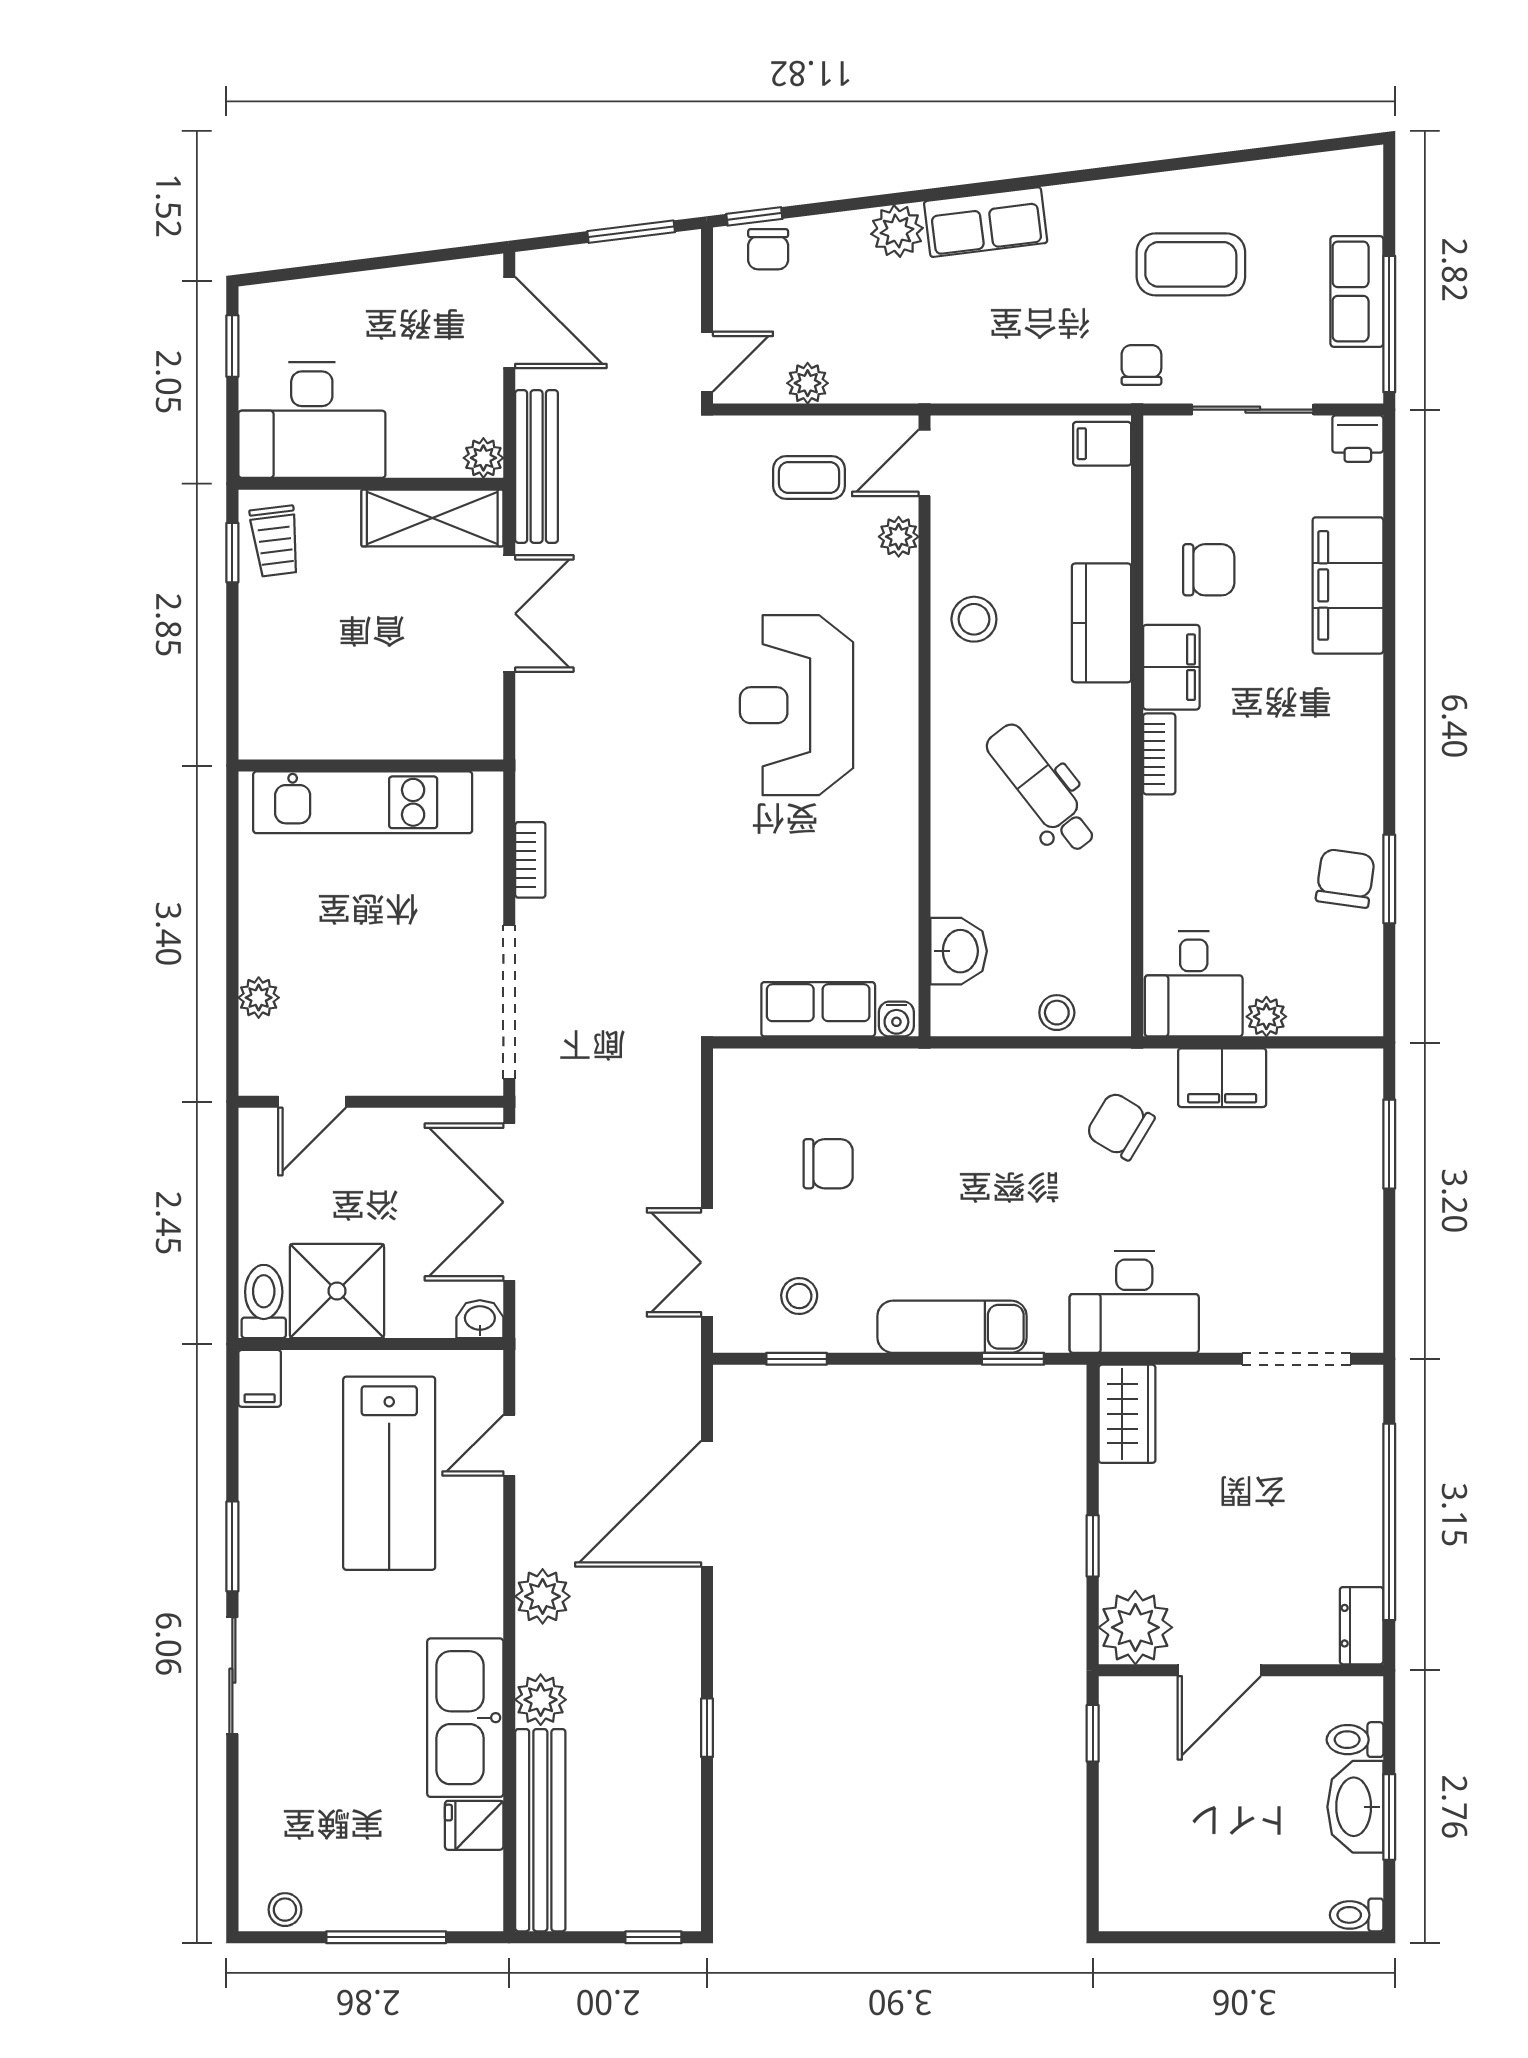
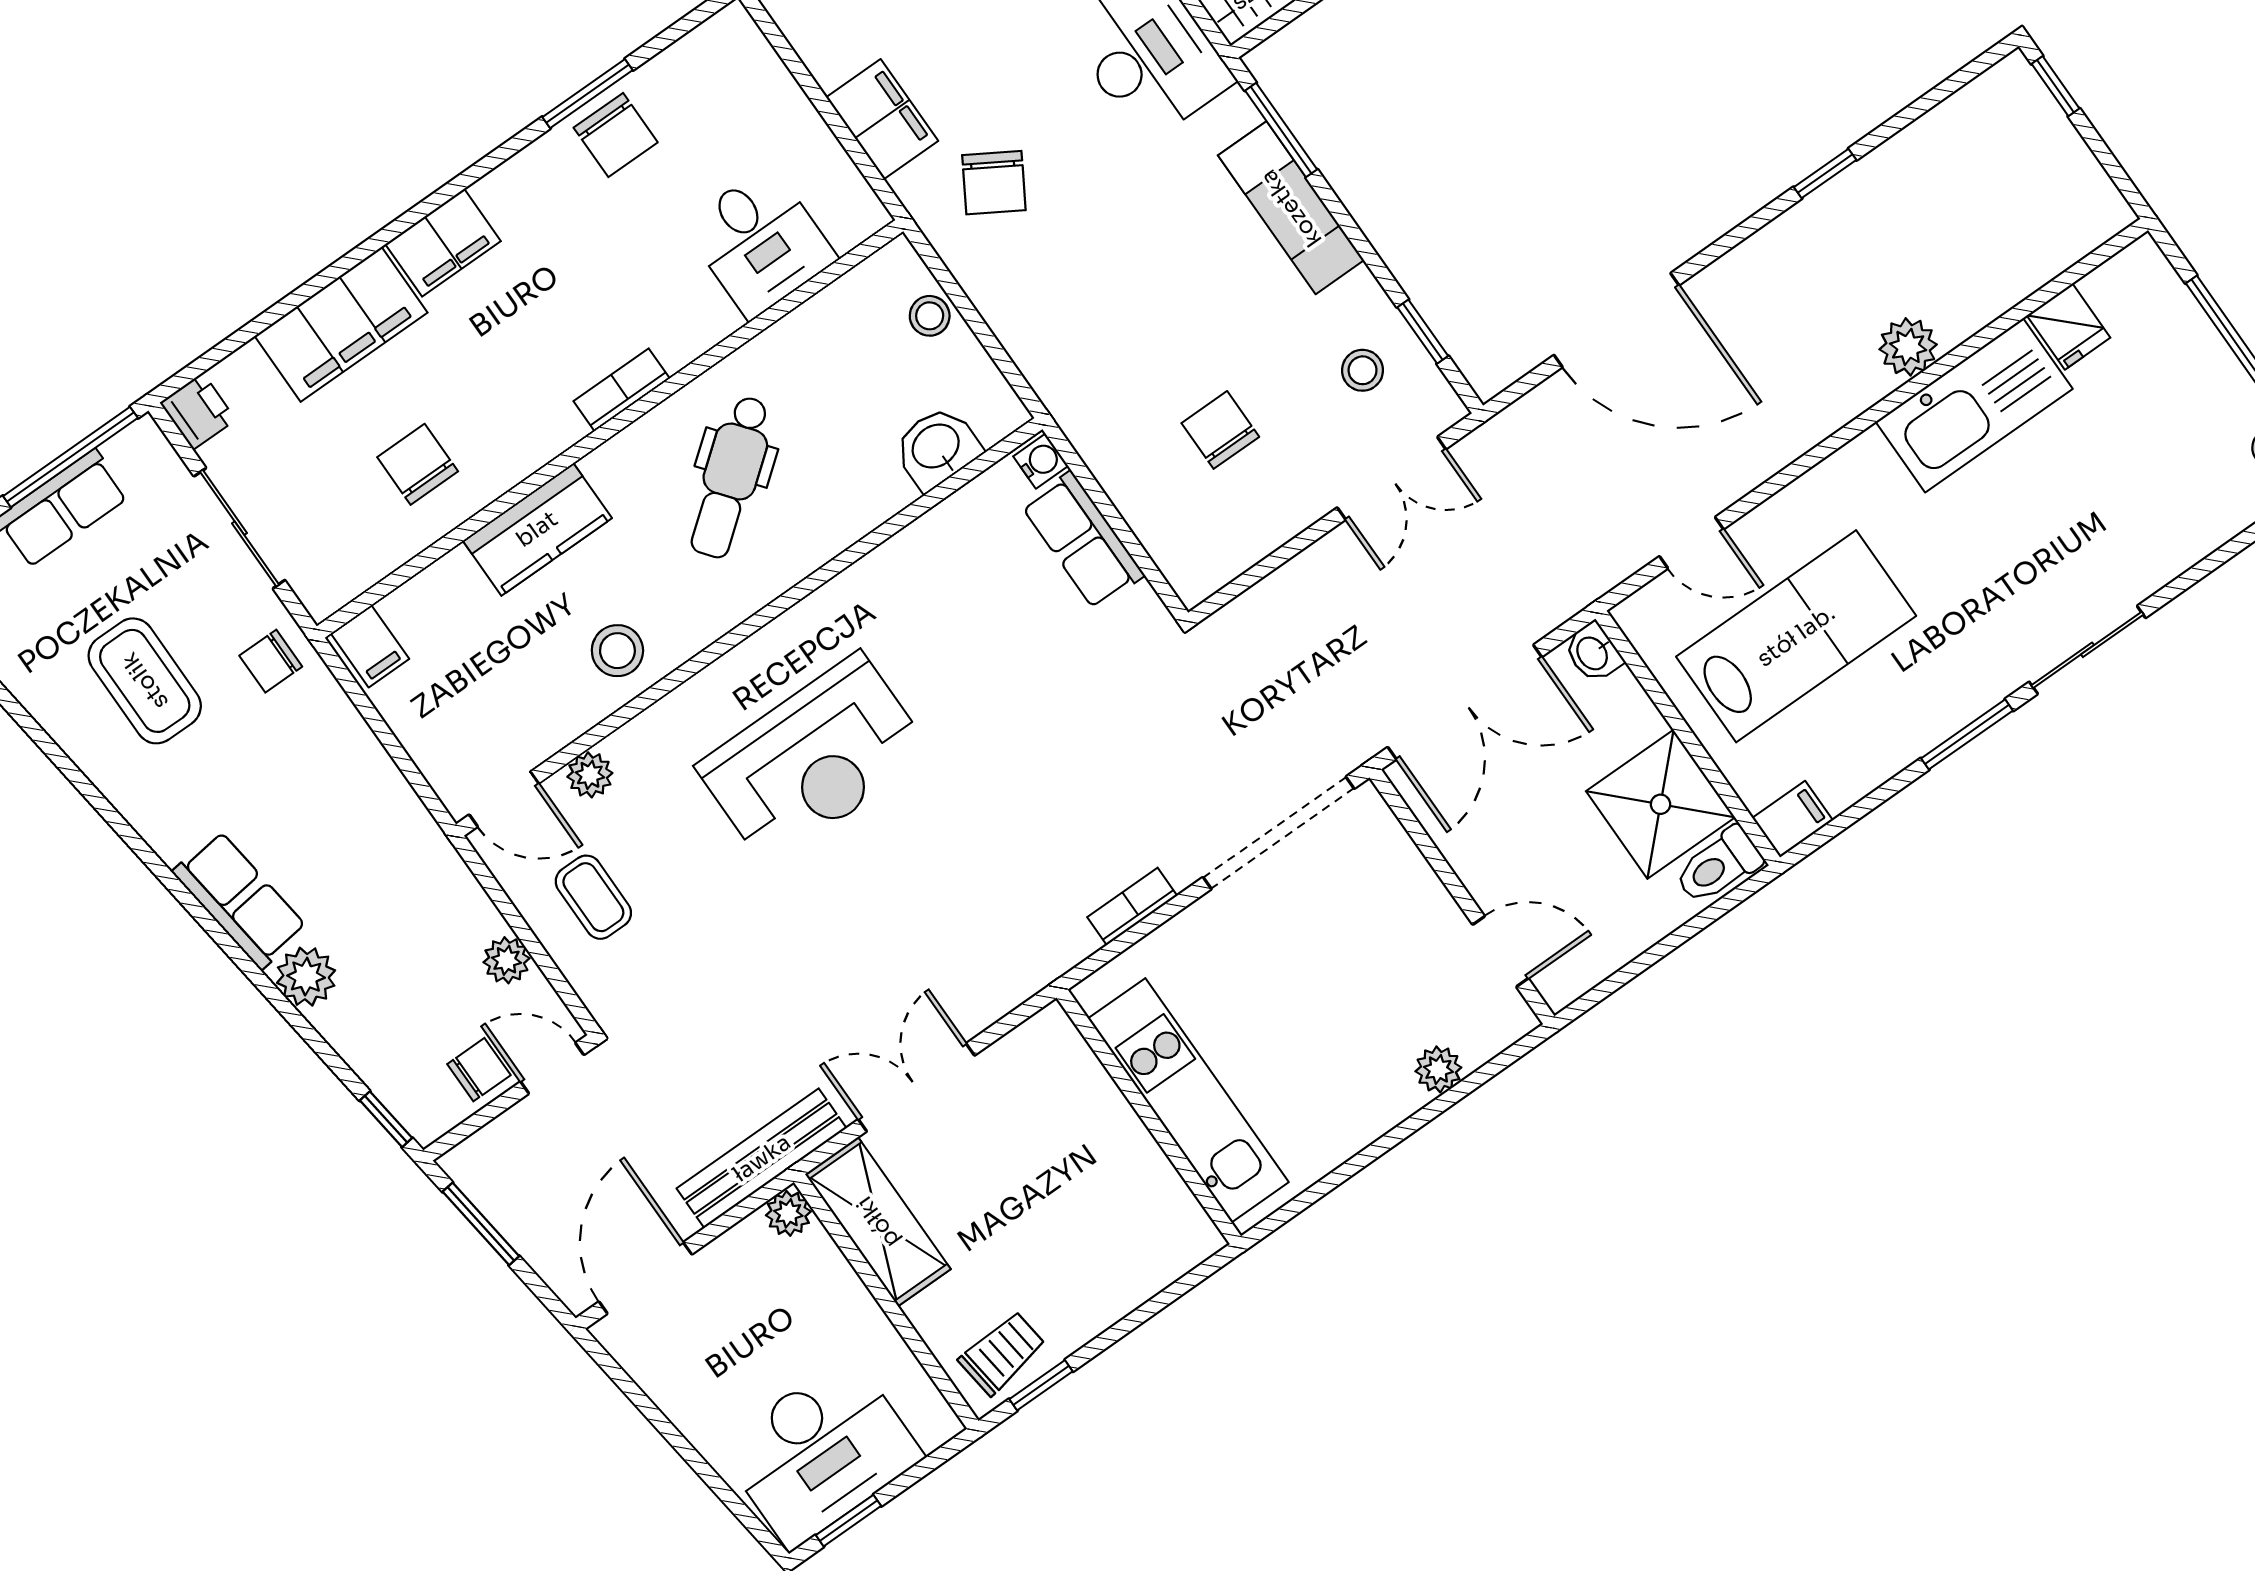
chair: (768, 249) -> (479, 1070), moved
desk: (312, 420) -> (820, 1452), moved, turned 90
filing cabinet: (1171, 667) -> (443, 243), moved, turned 180
chair: (1345, 878) -> (616, 135), turned -98
desk: (1194, 984) -> (760, 242), moved, turned 90
plant: (1266, 1017) -> (796, 118), removed
window: (1013, 1359) -> (1281, 130), width x1.50
plant: (543, 1596) -> (1810, 413), removed
bench: (540, 1830) -> (2030, 262), removed

